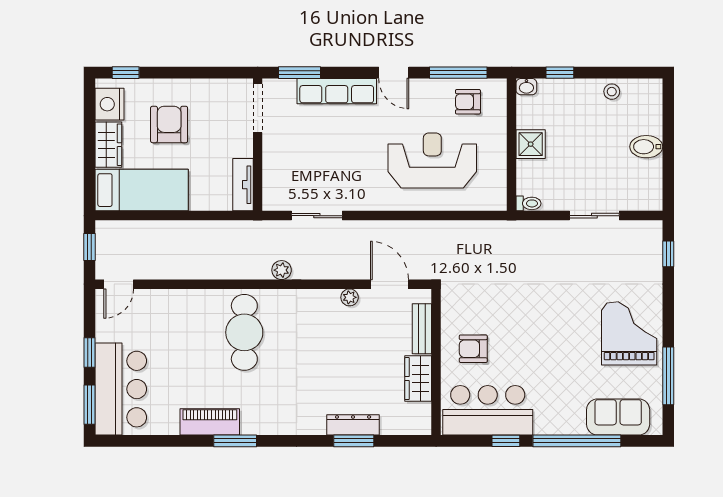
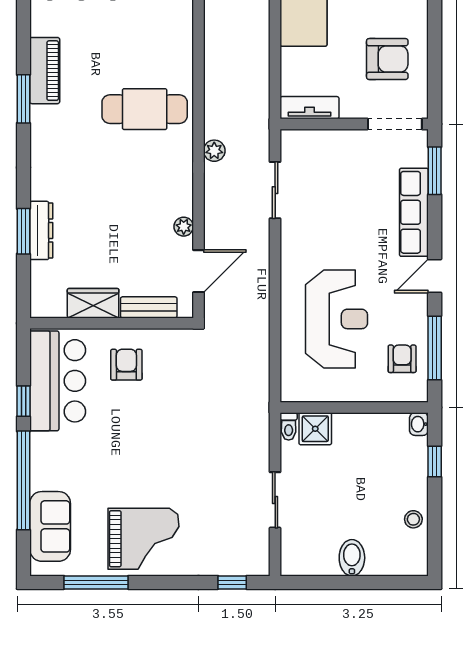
armchair: (169, 124) -> (387, 59), moved
shower: (531, 144) -> (315, 429), moved

